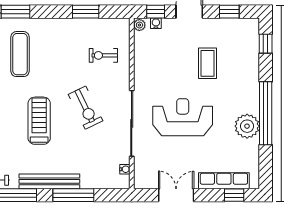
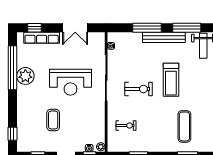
exercise bike: (86, 108) -> (139, 89), turned 116
window: (266, 113) -> (12, 68), moved

